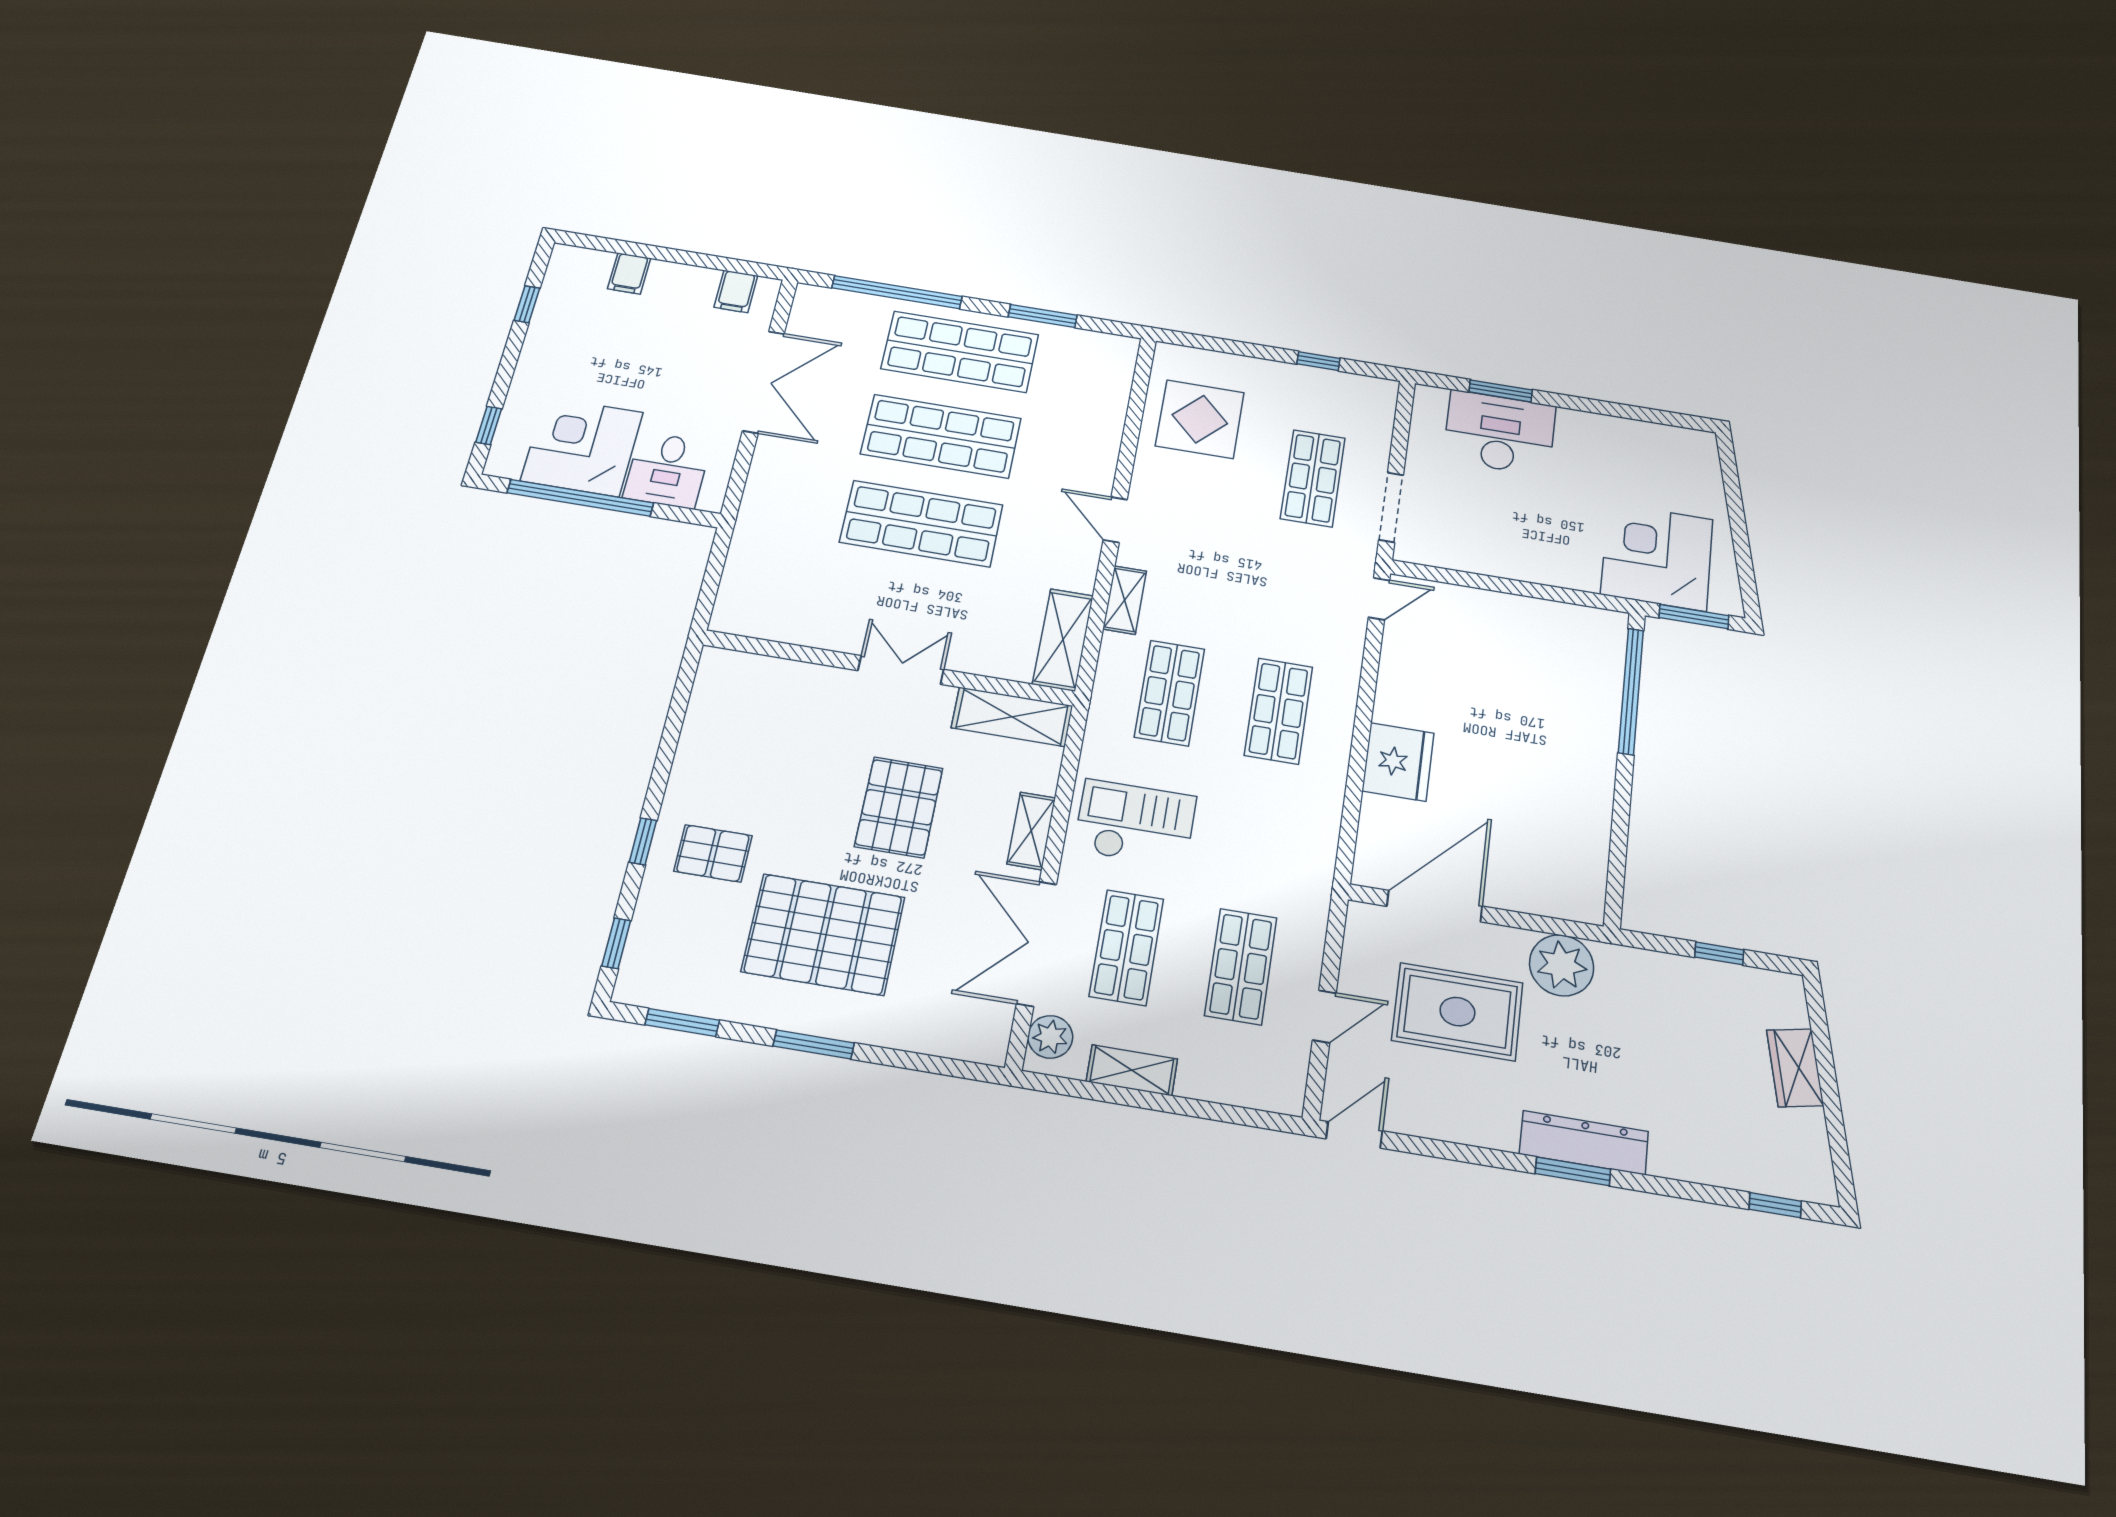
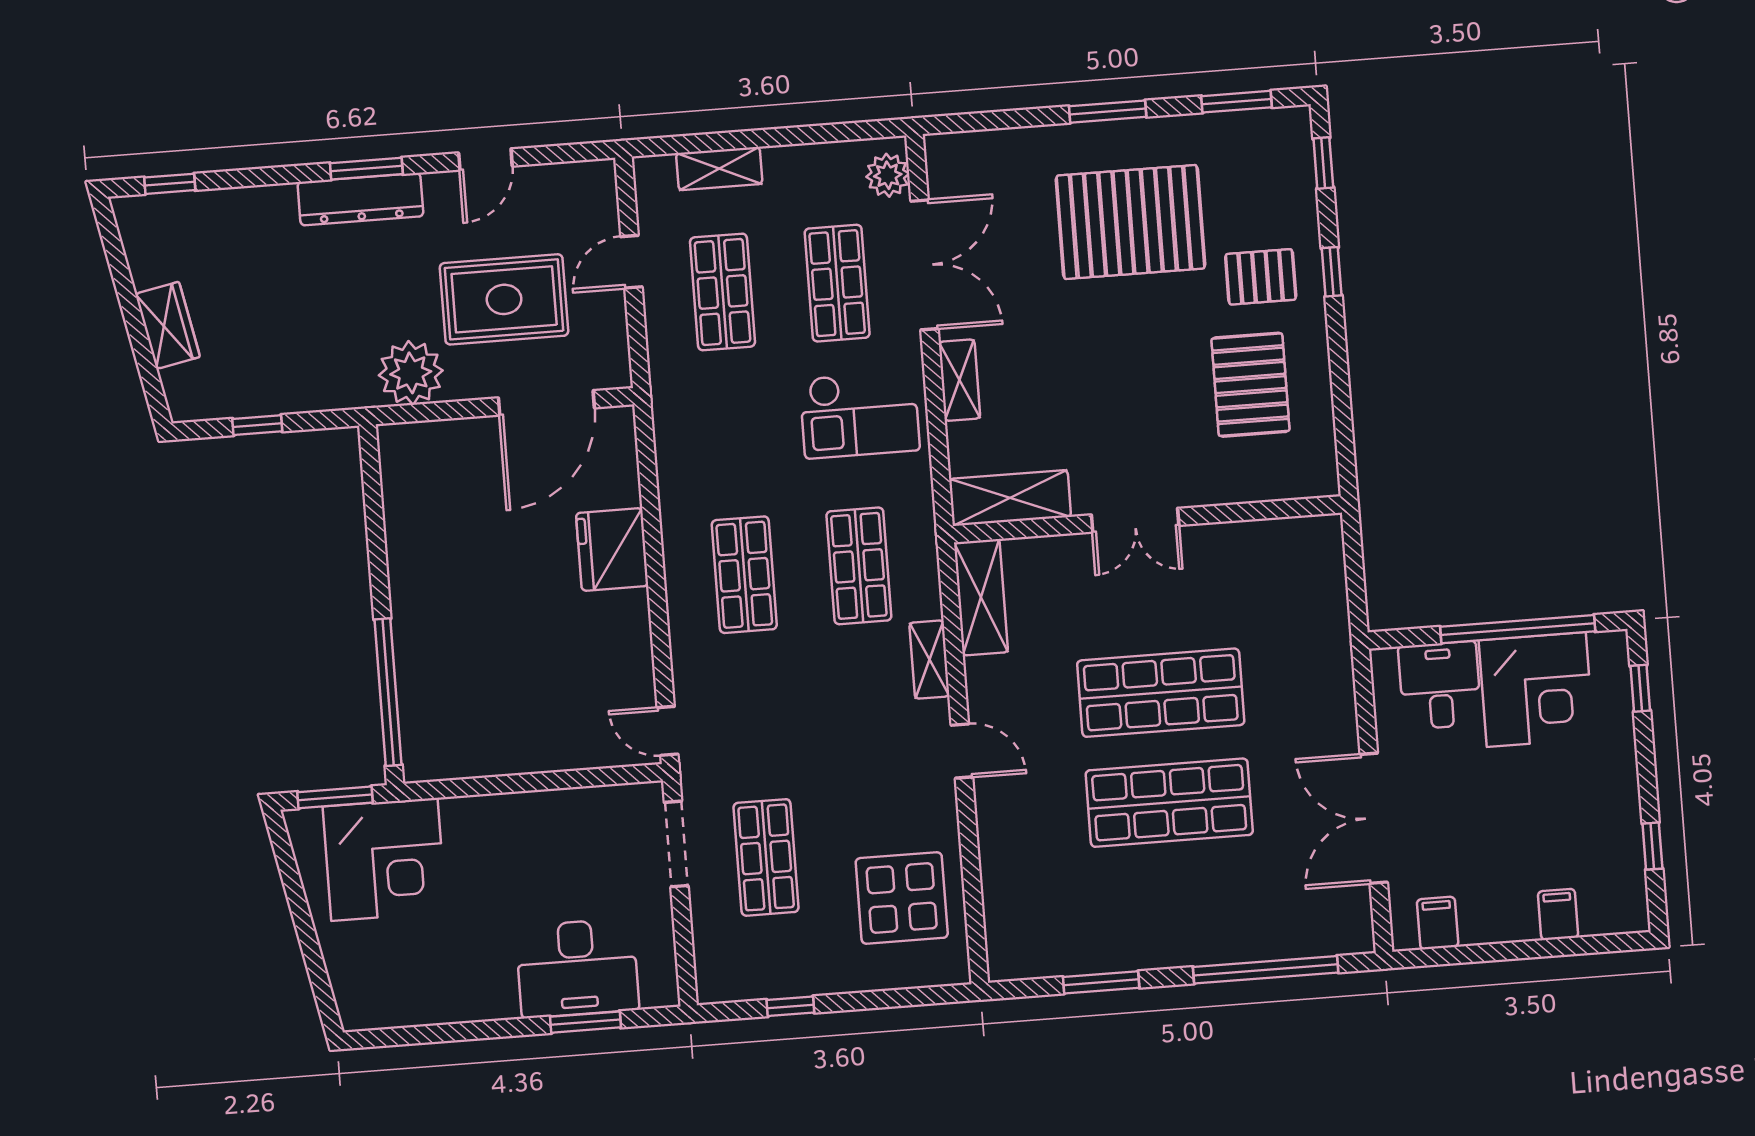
shop shelf: (960, 352) -> (1178, 913), removed
door: (1379, 599) -> (668, 731), hinge flipped
pallet: (899, 807) -> (1250, 385), moved
shelving: (1132, 1070) -> (719, 169), moved
door: (1354, 1135) -> (485, 159), moved

